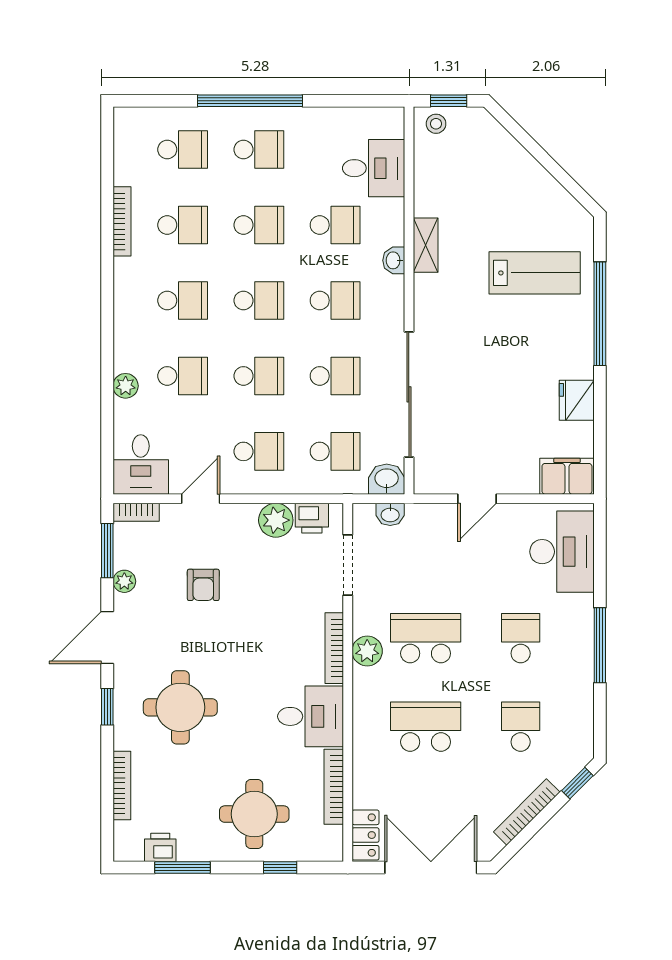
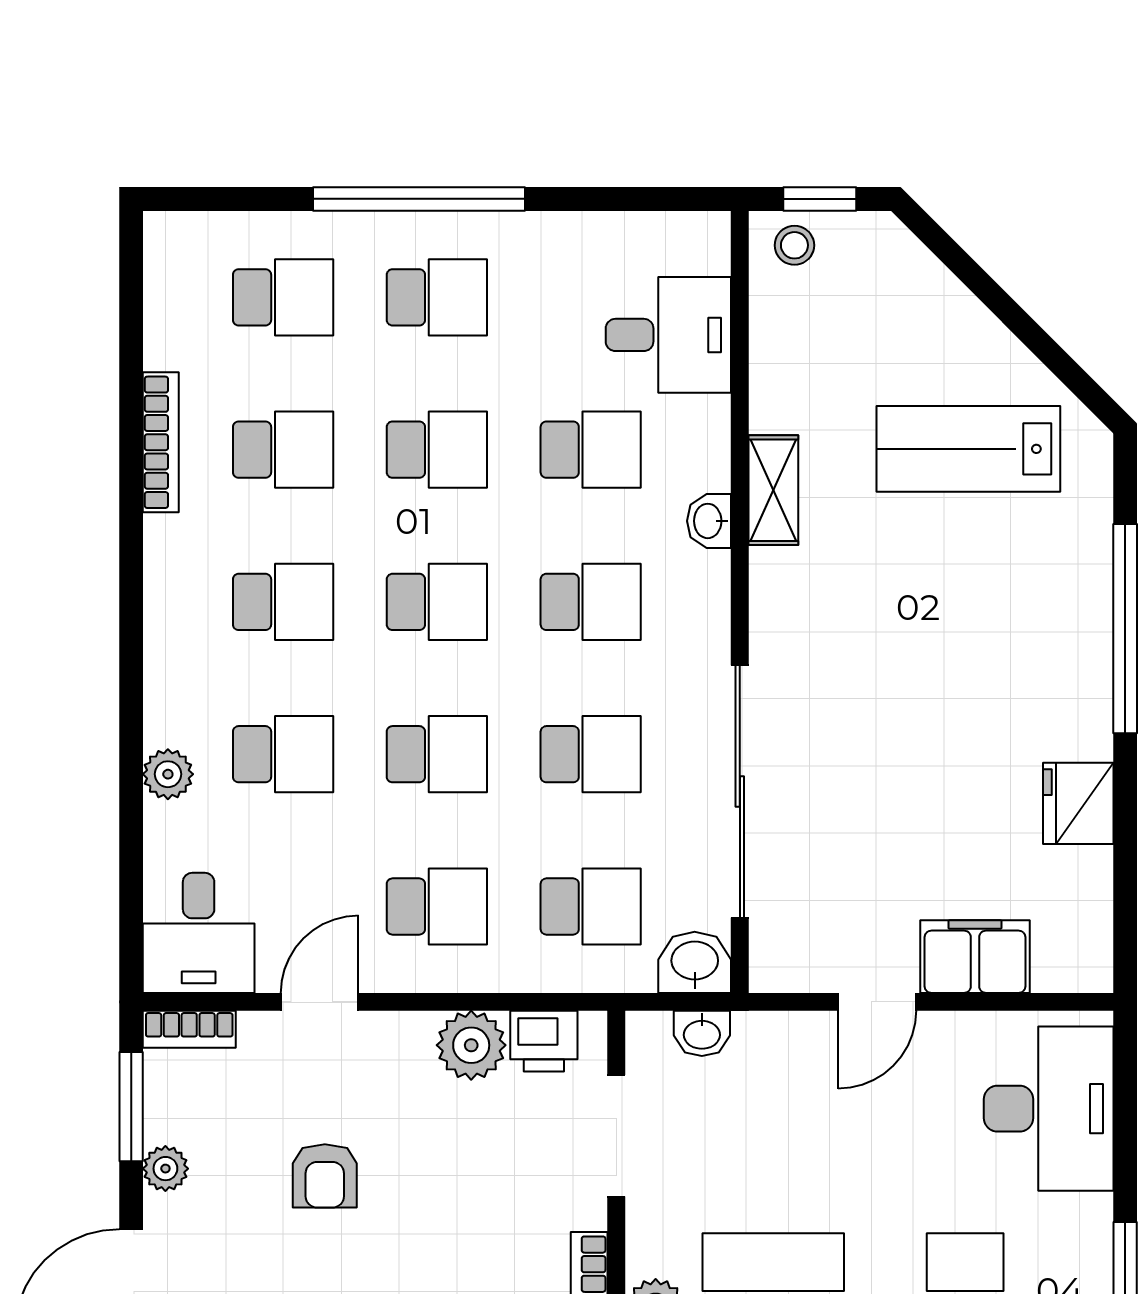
lab bench: (535, 273) -> (968, 449), moved, turned 180
filing cabinet: (567, 476) -> (975, 957), moved

